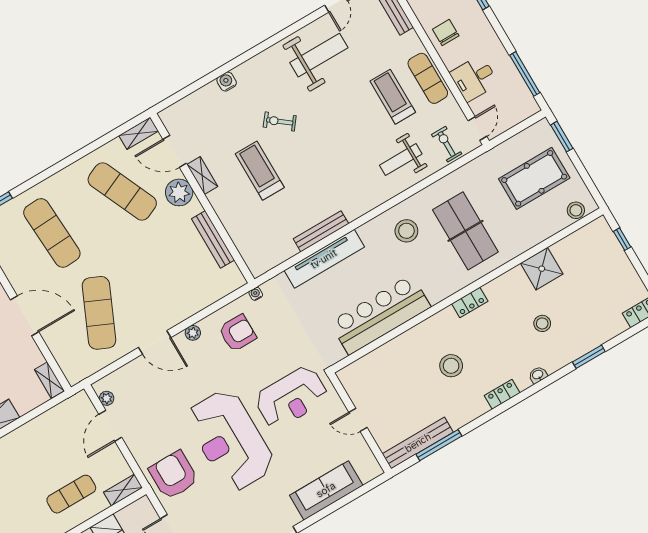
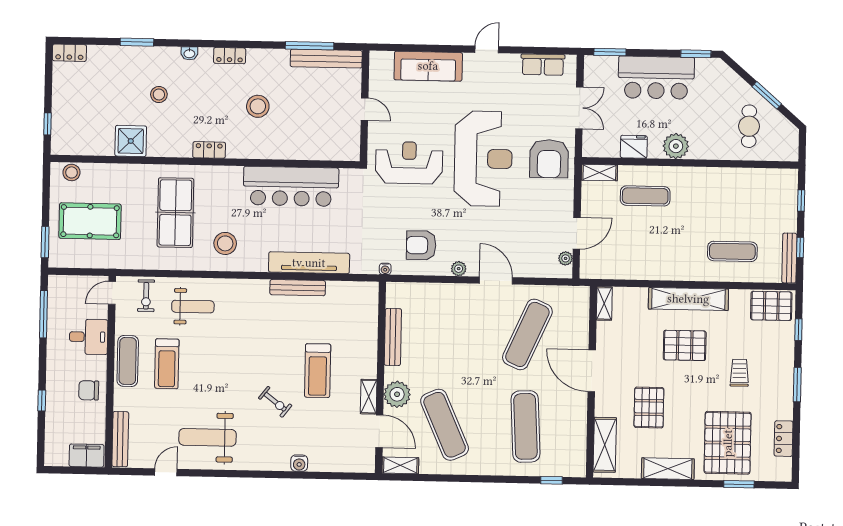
chair: (446, 32) -> (89, 390), turned 90

